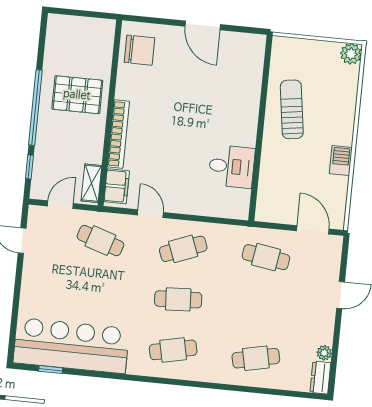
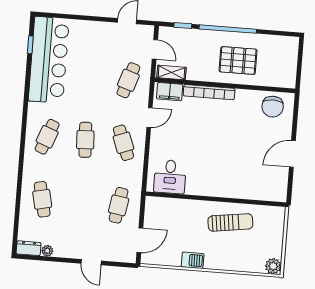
pallet: (77, 95) -> (238, 61), turned 90
desk: (232, 166) -> (170, 177), moved
cafe table: (173, 350) -> (47, 137), turned 33

